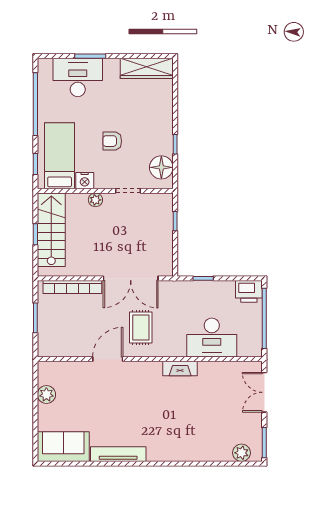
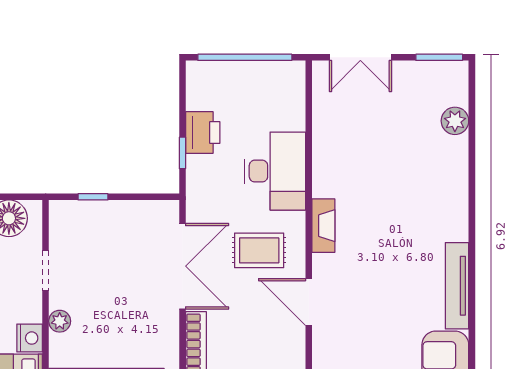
printer: (249, 291) -> (203, 132), moved
desk: (212, 338) -> (275, 171), moved
fireplace: (180, 369) -> (323, 226), moved
plant: (242, 453) -> (455, 121), moved

